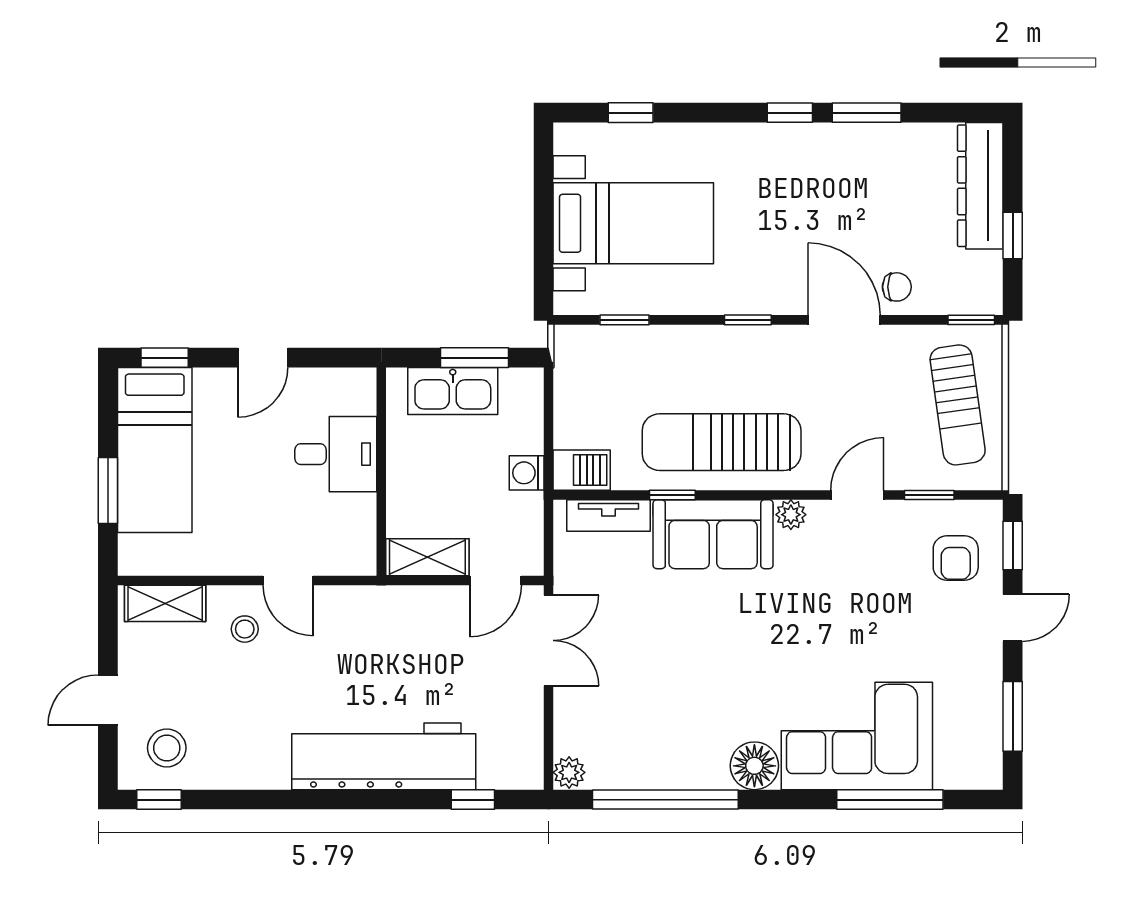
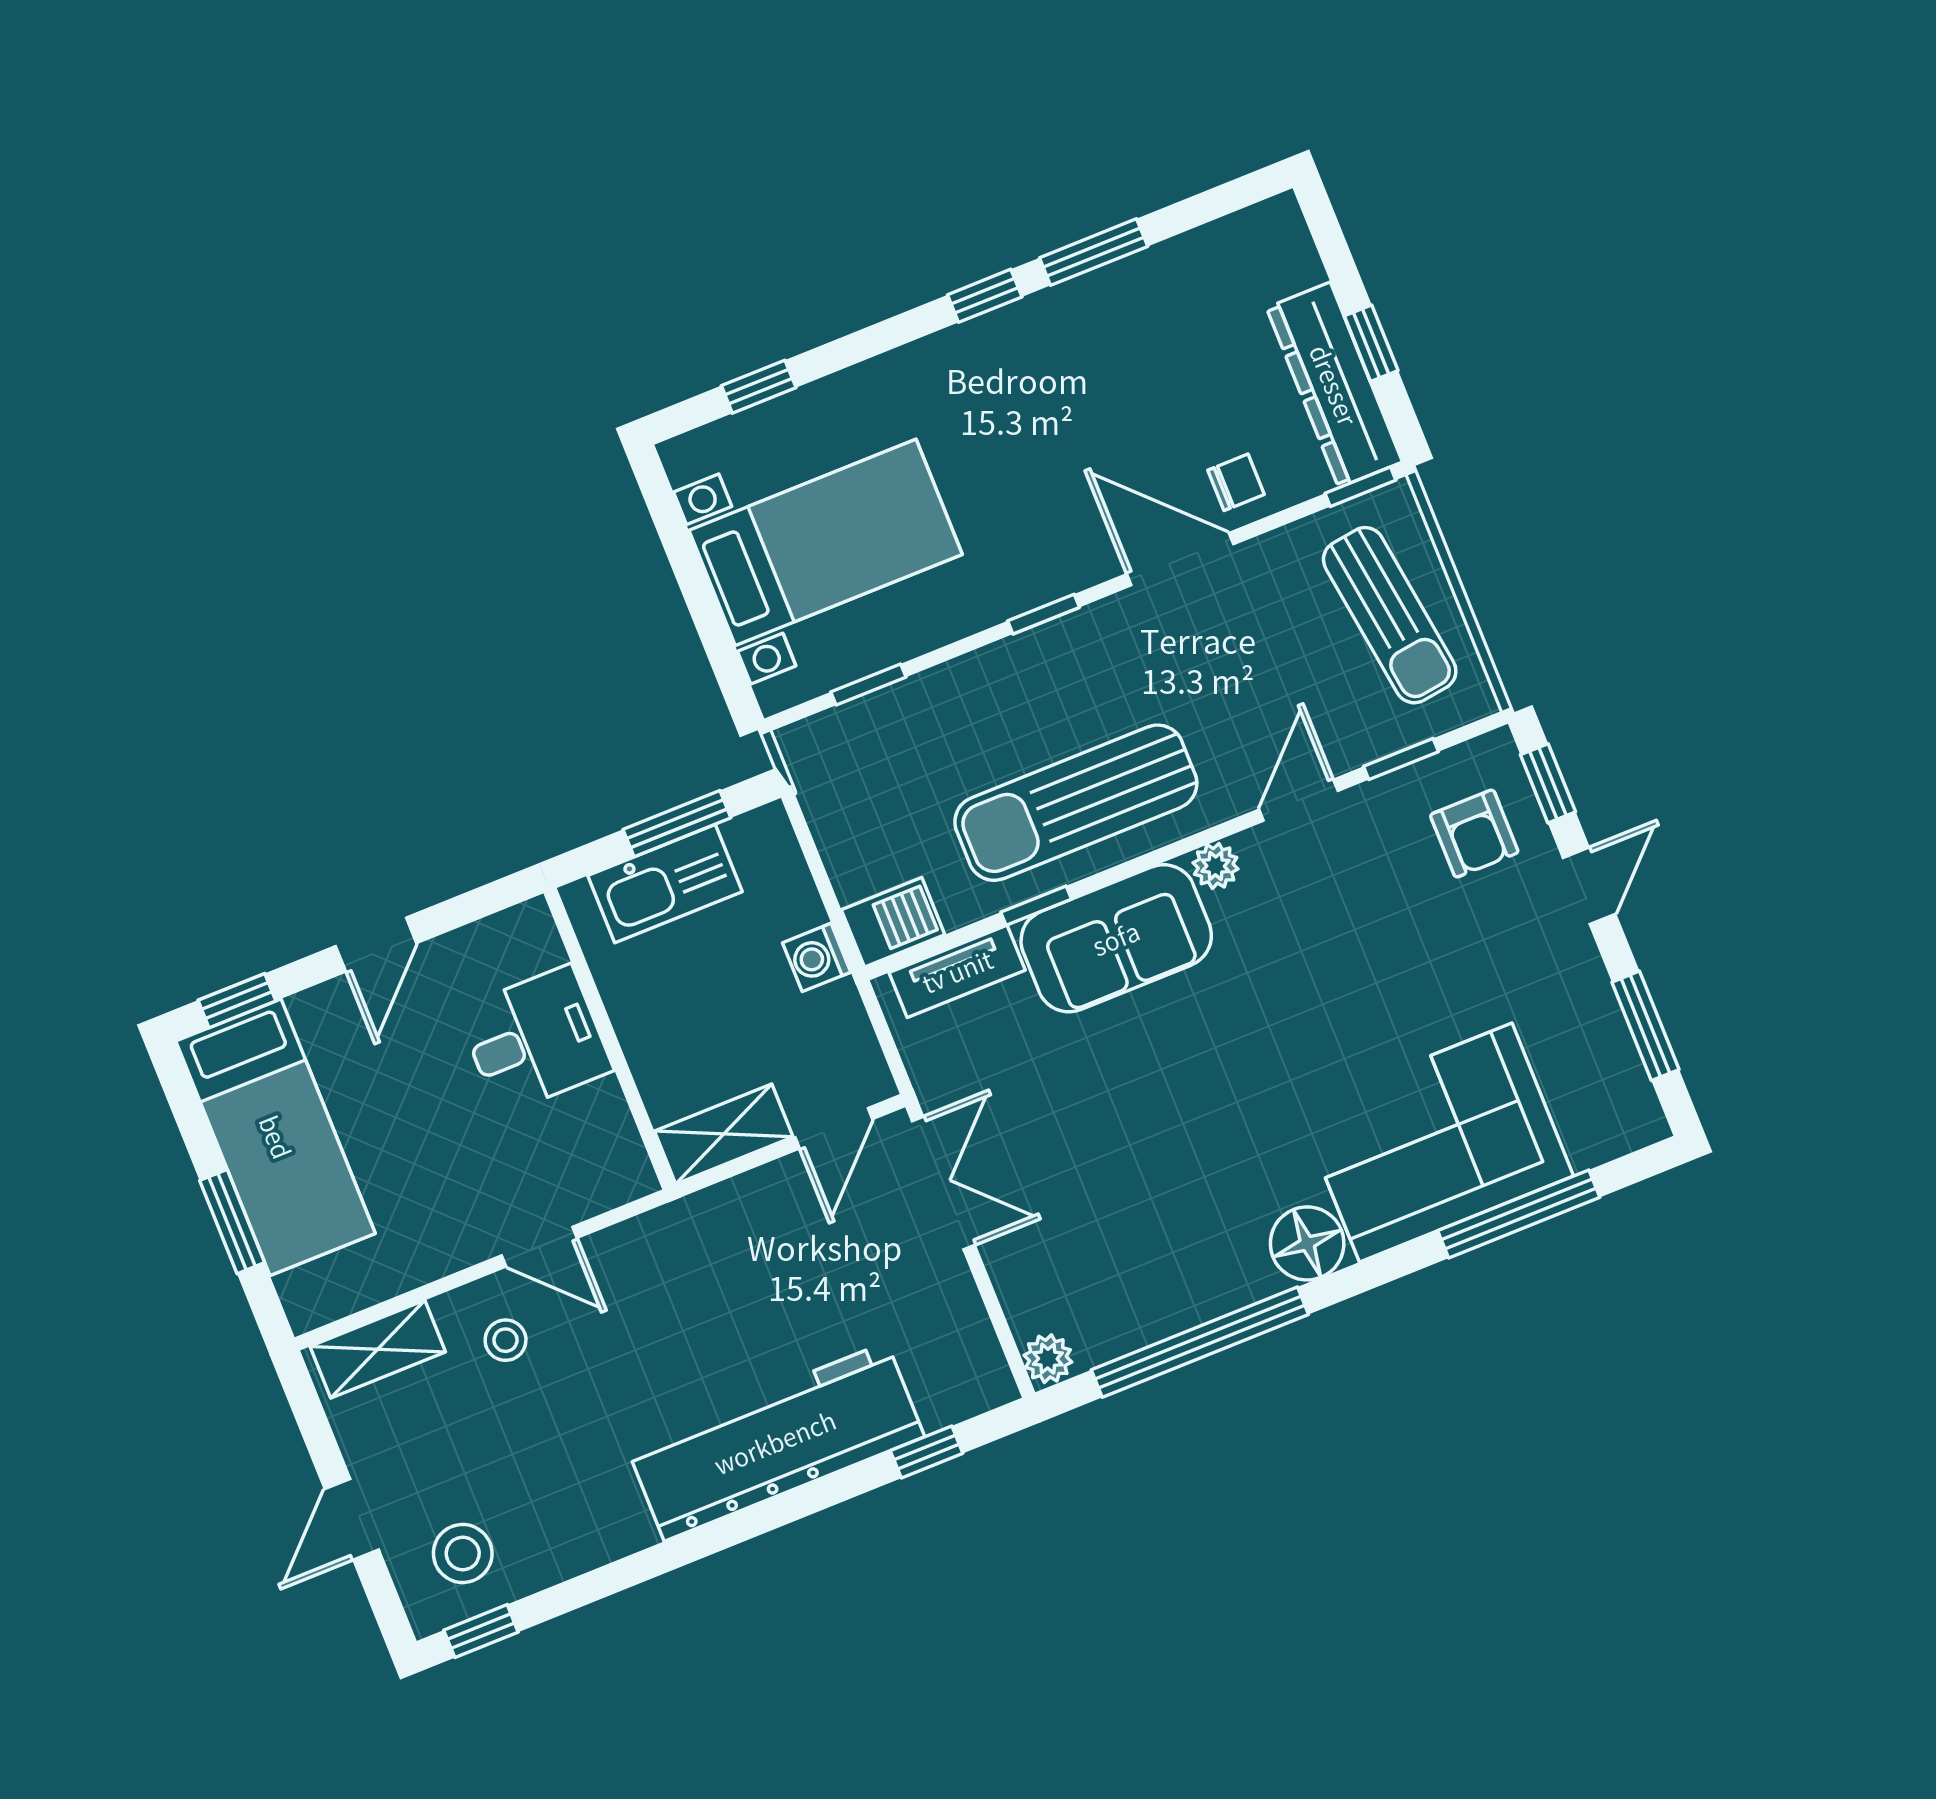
dresser: (980, 186) -> (1334, 385), moved

